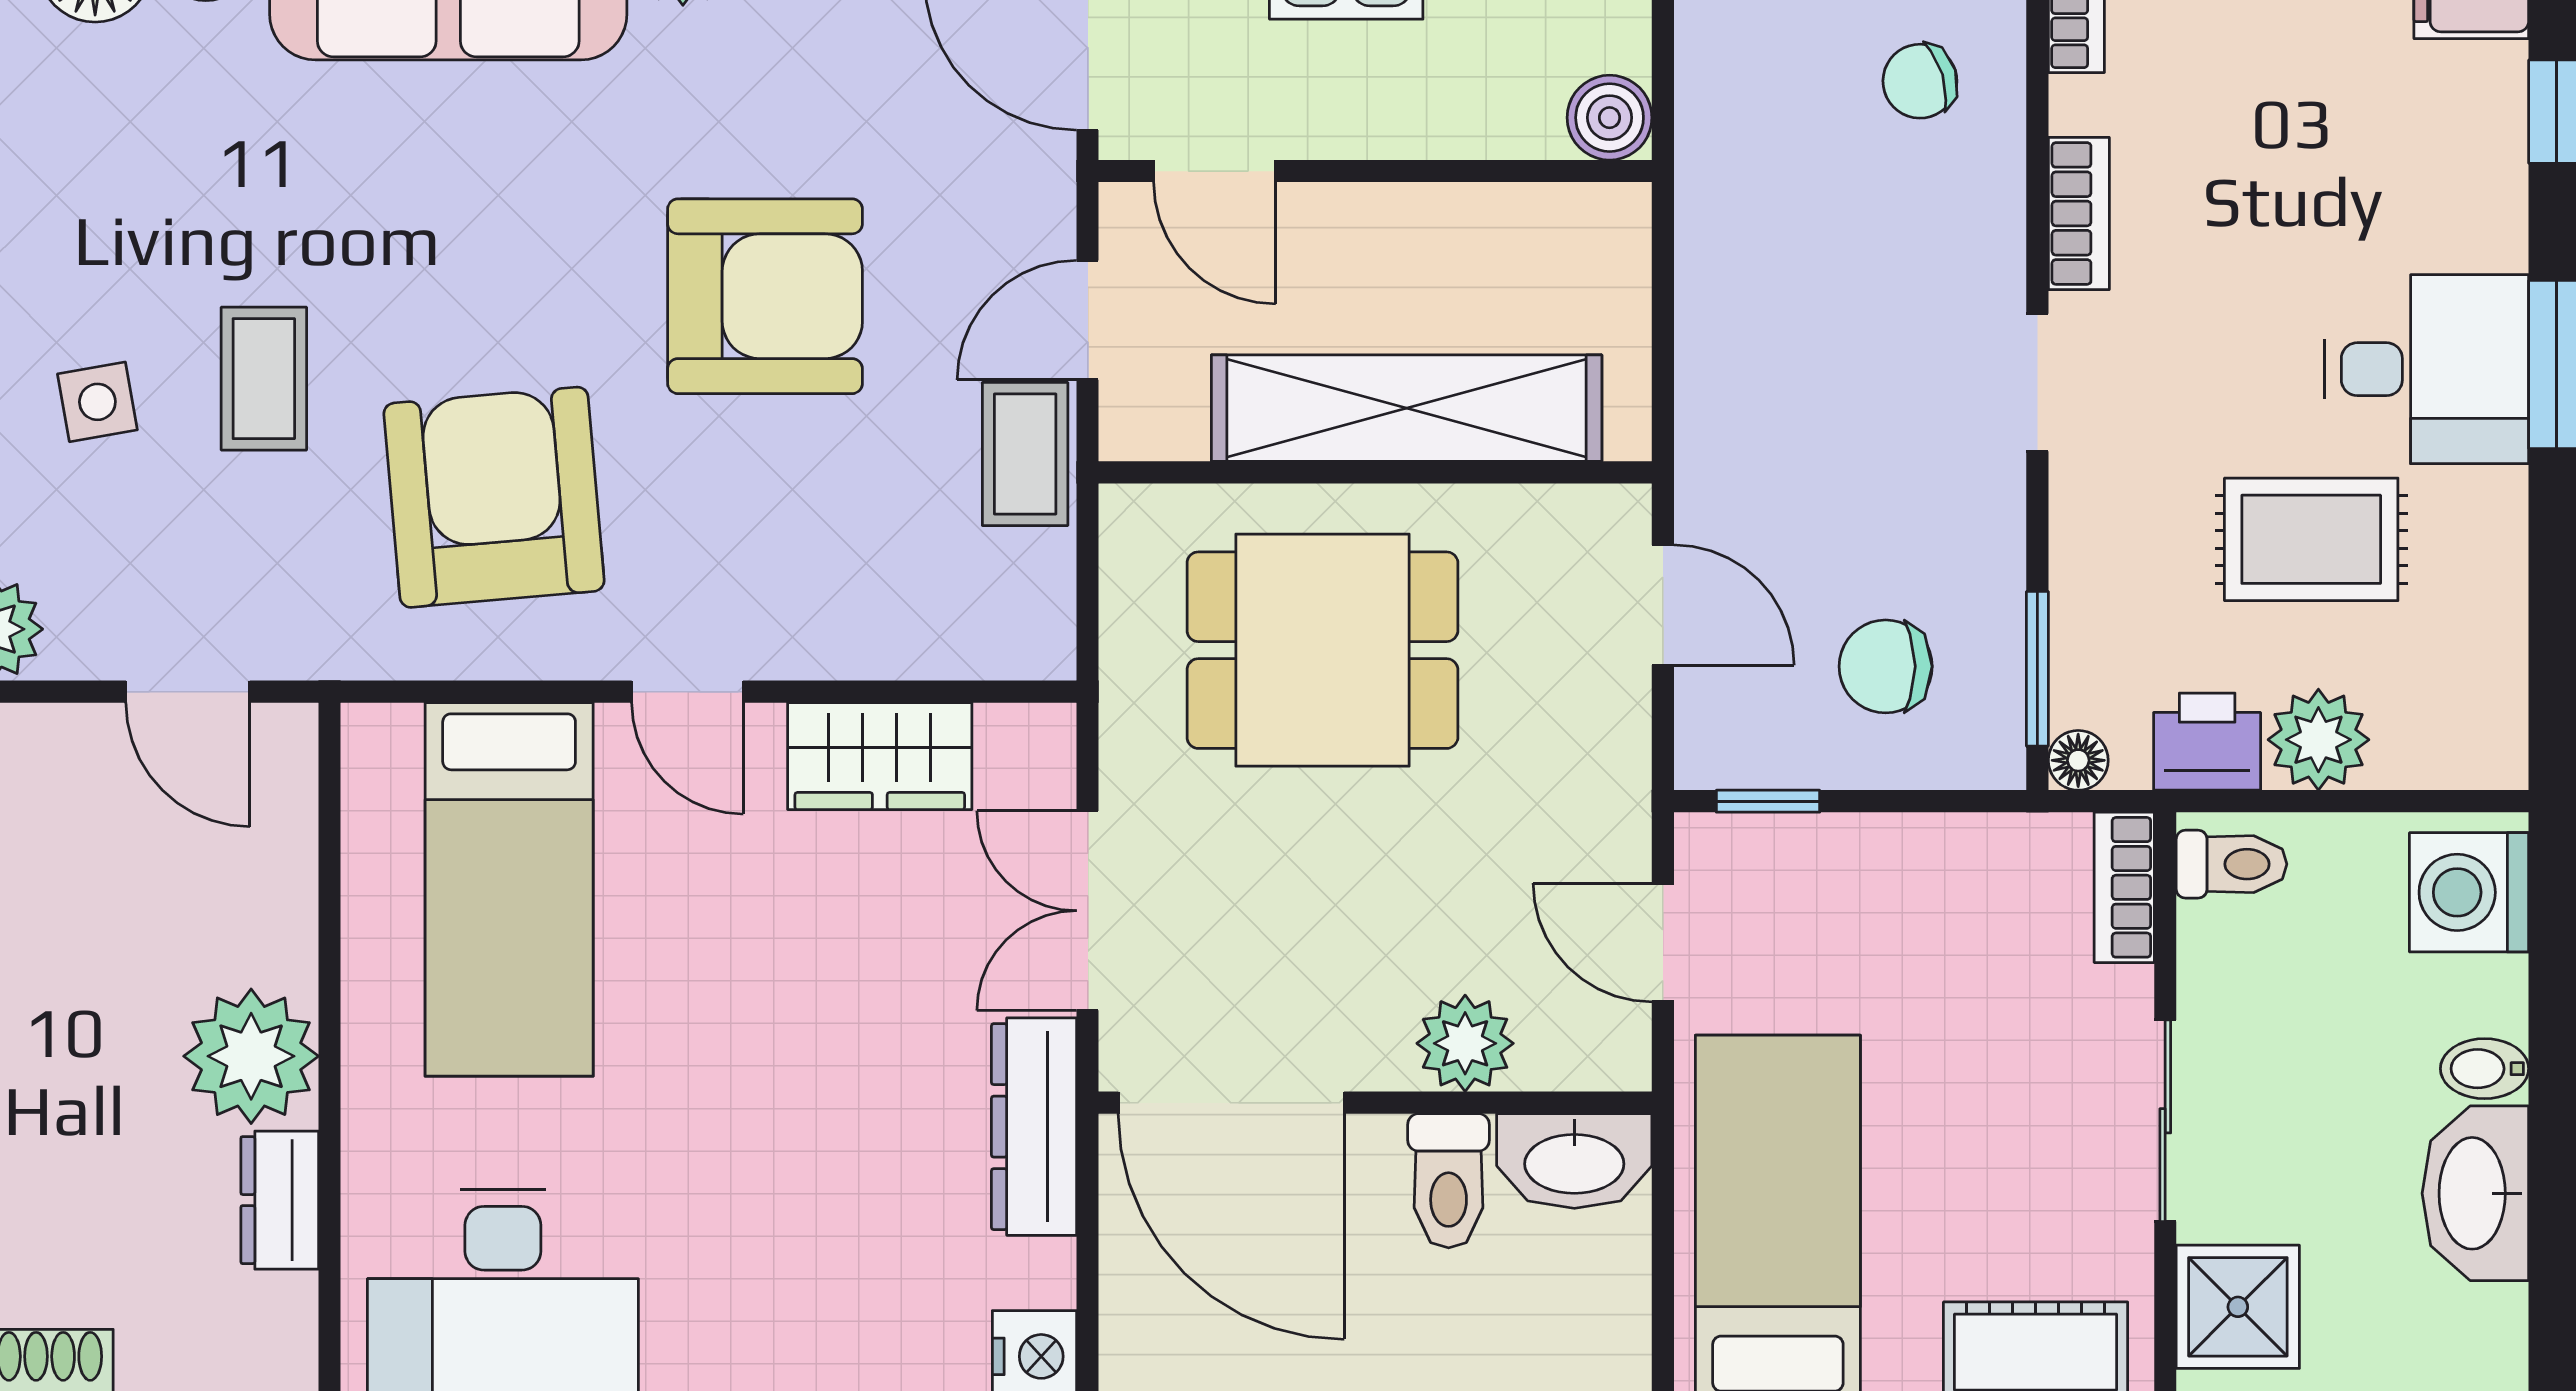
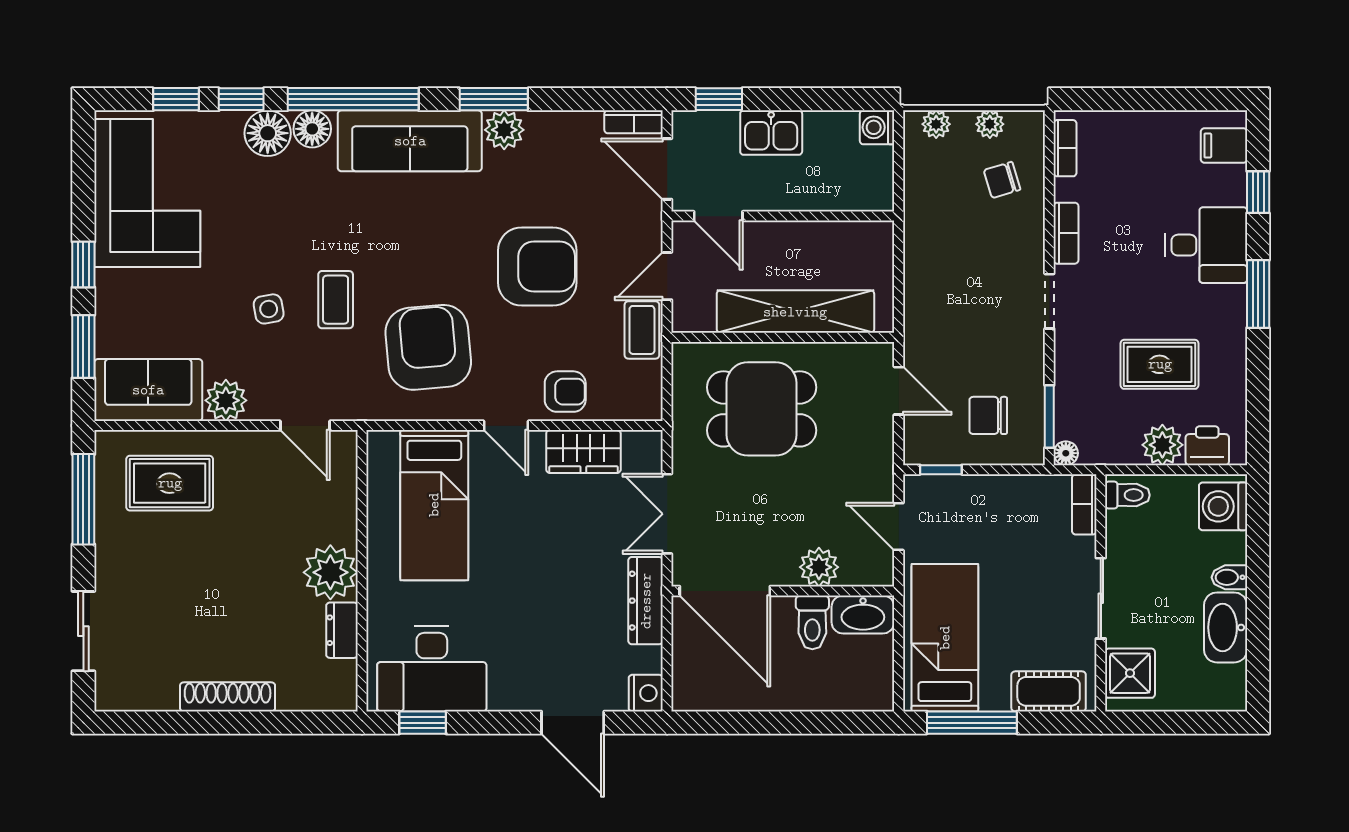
boiler: (1610, 118) -> (877, 195), removed
desk: (2427, 369) -> (1206, 245), moved
armchair: (834, 607) -> (565, 392), added
printer: (2207, 742) -> (1207, 446), moved

